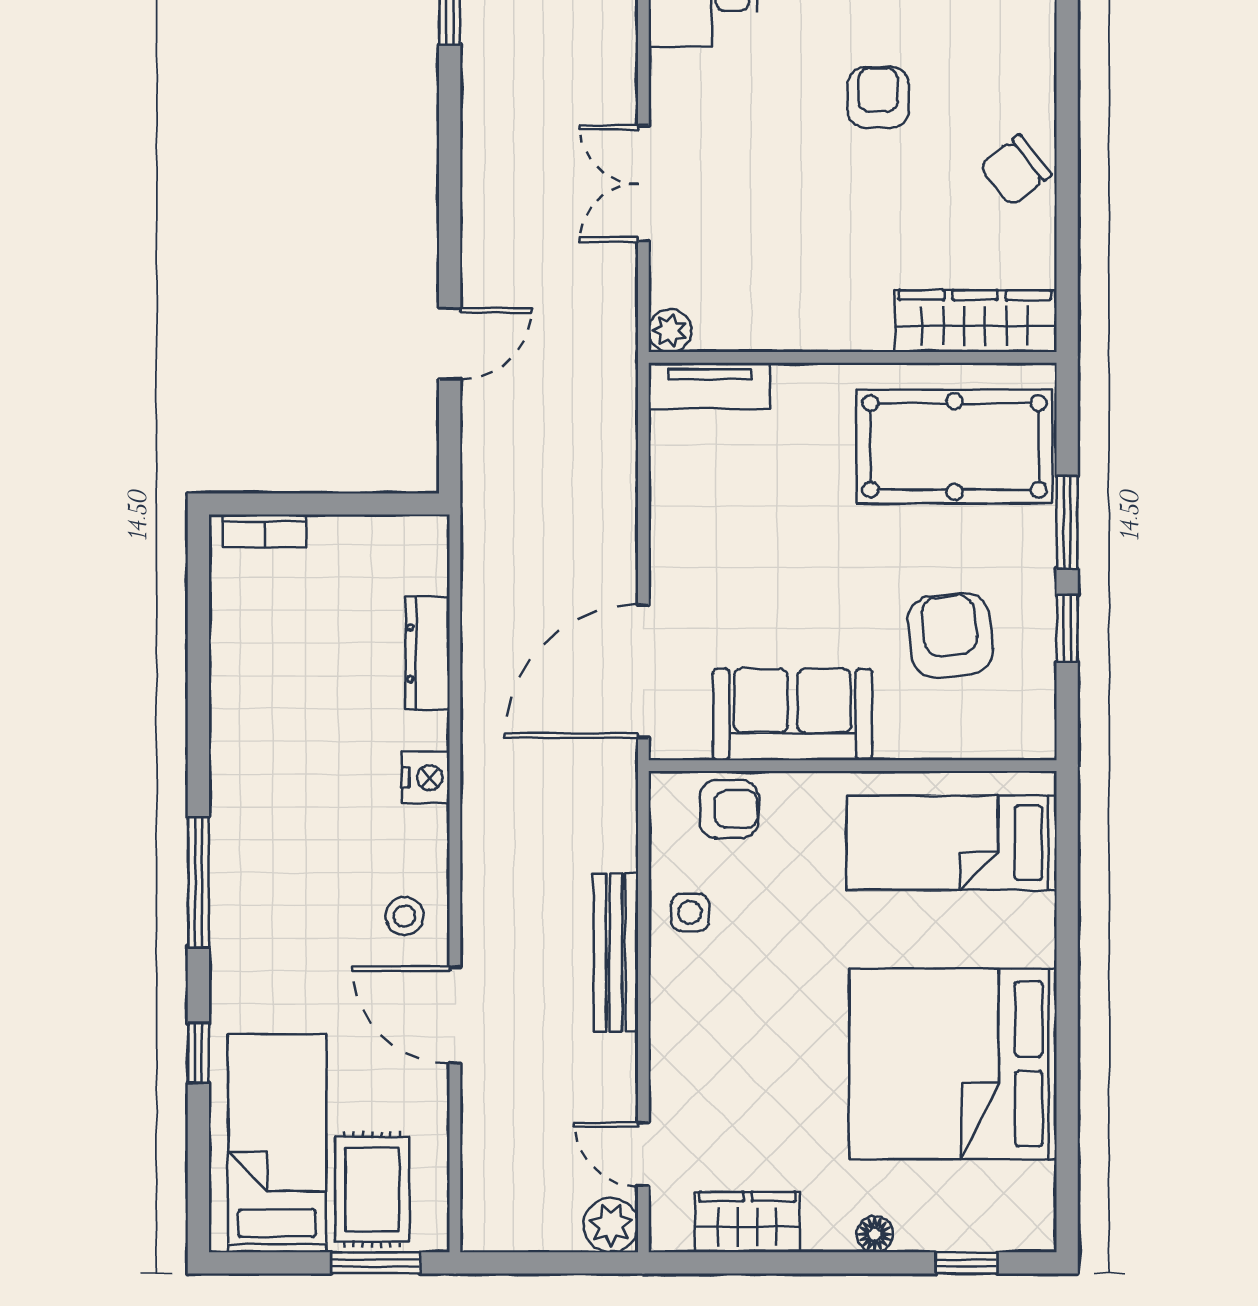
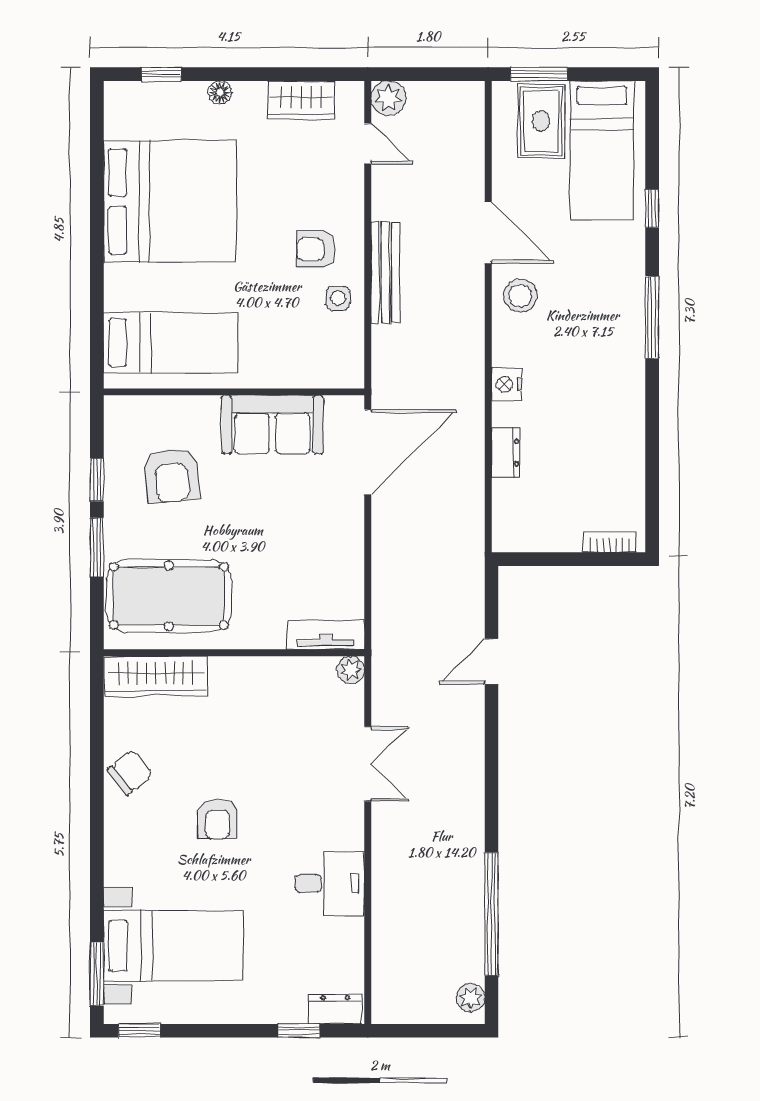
dresser: (428, 653) -> (506, 453), width x0.70
armchair: (729, 809) -> (316, 249), moved
stool: (404, 916) -> (520, 296), width x1.37, depth x1.37

